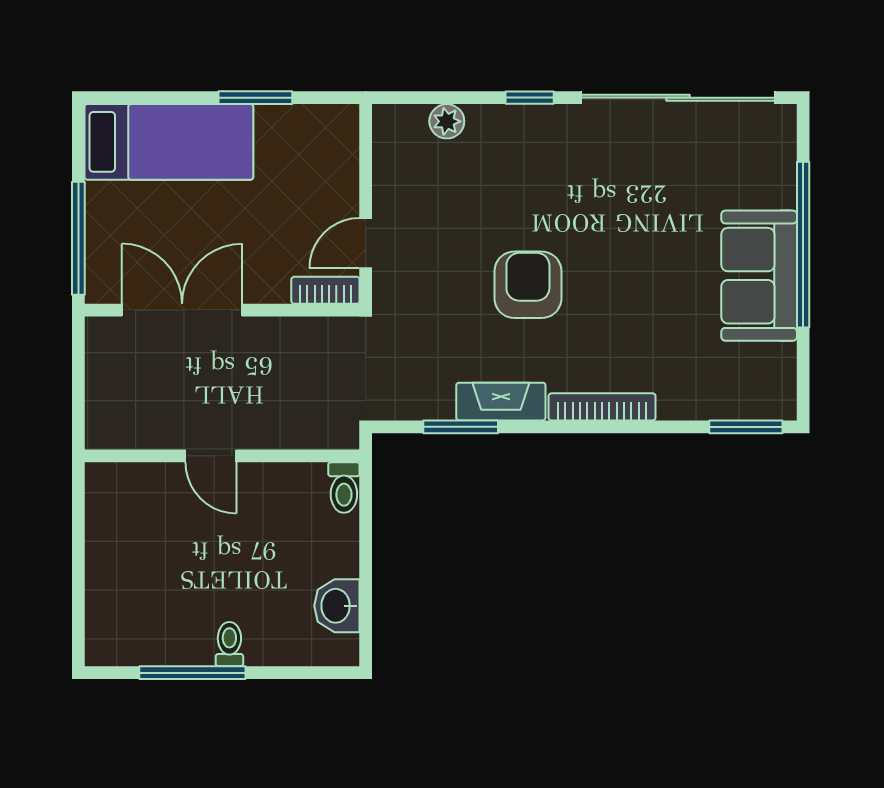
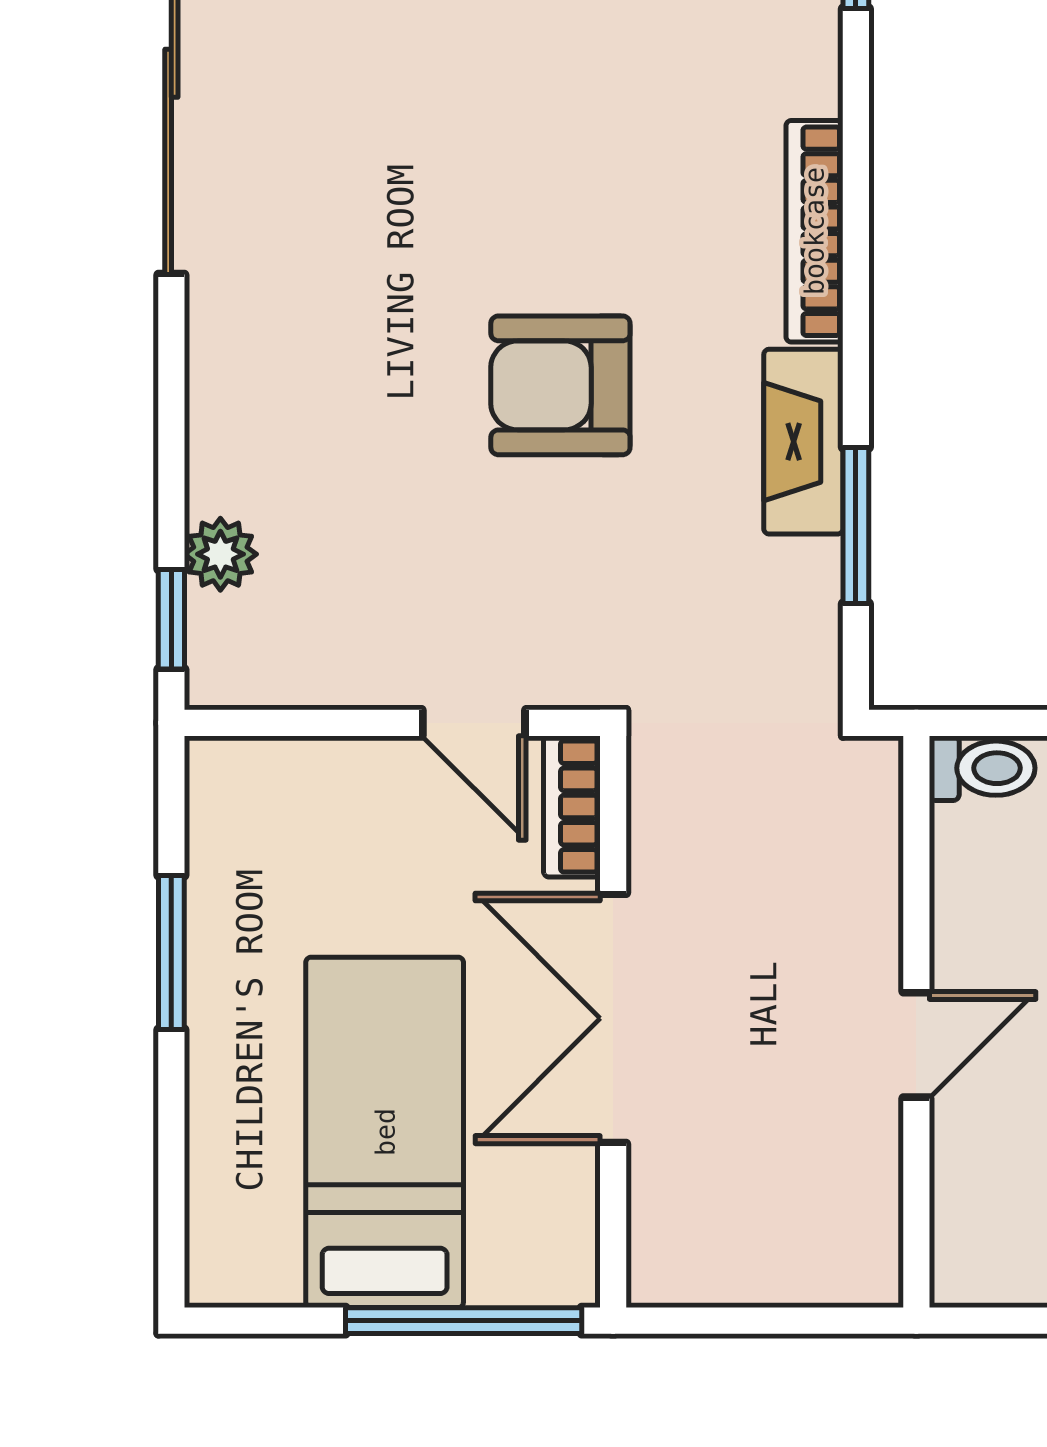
window: (530, 98) -> (171, 619), moved
bed: (169, 142) -> (385, 1132), moved
double door: (182, 310) -> (613, 1018), moved

